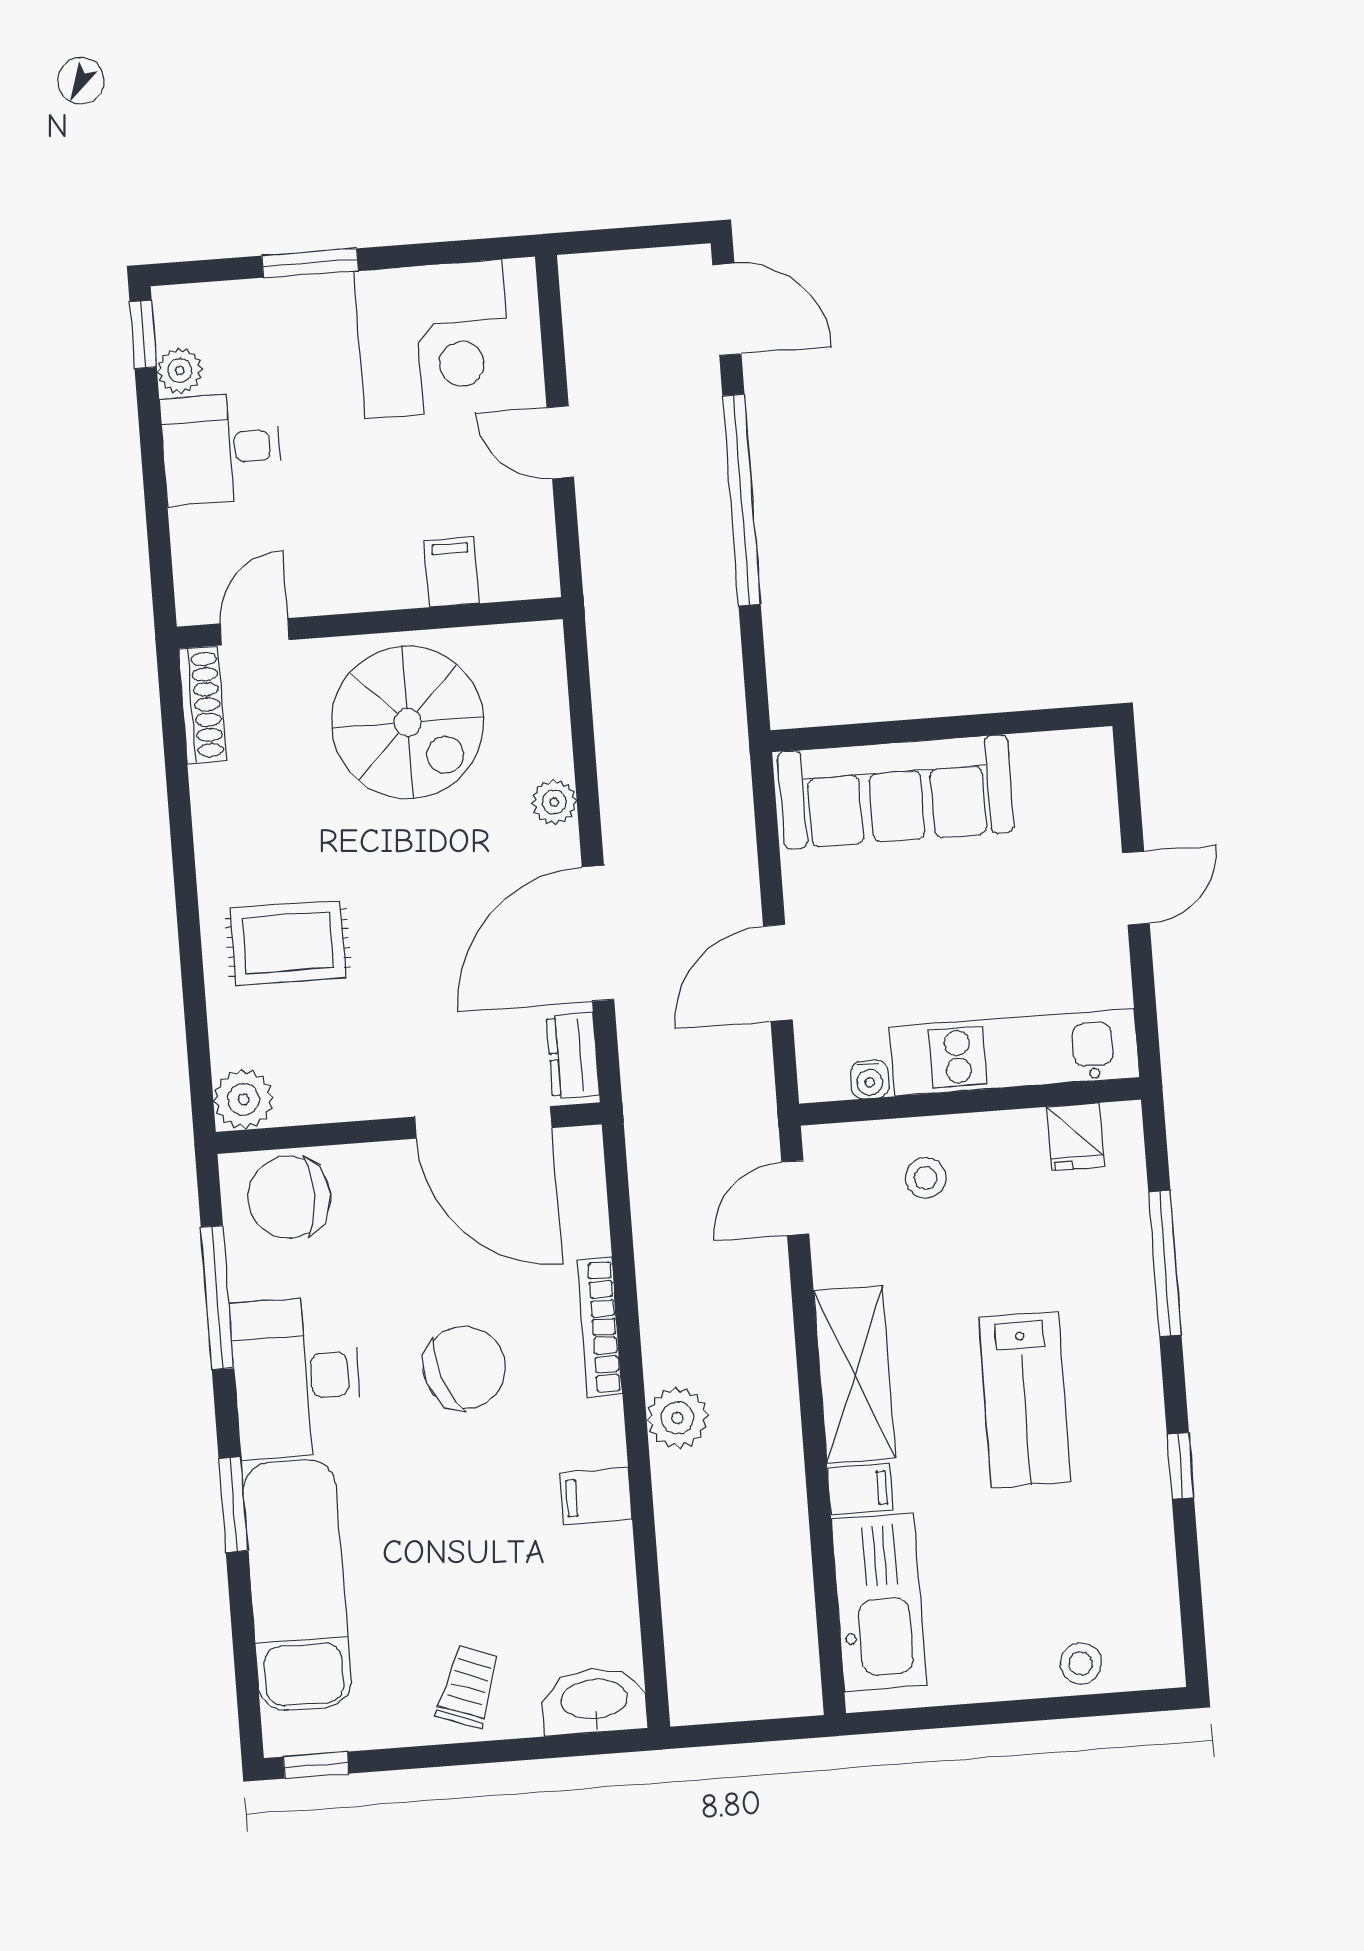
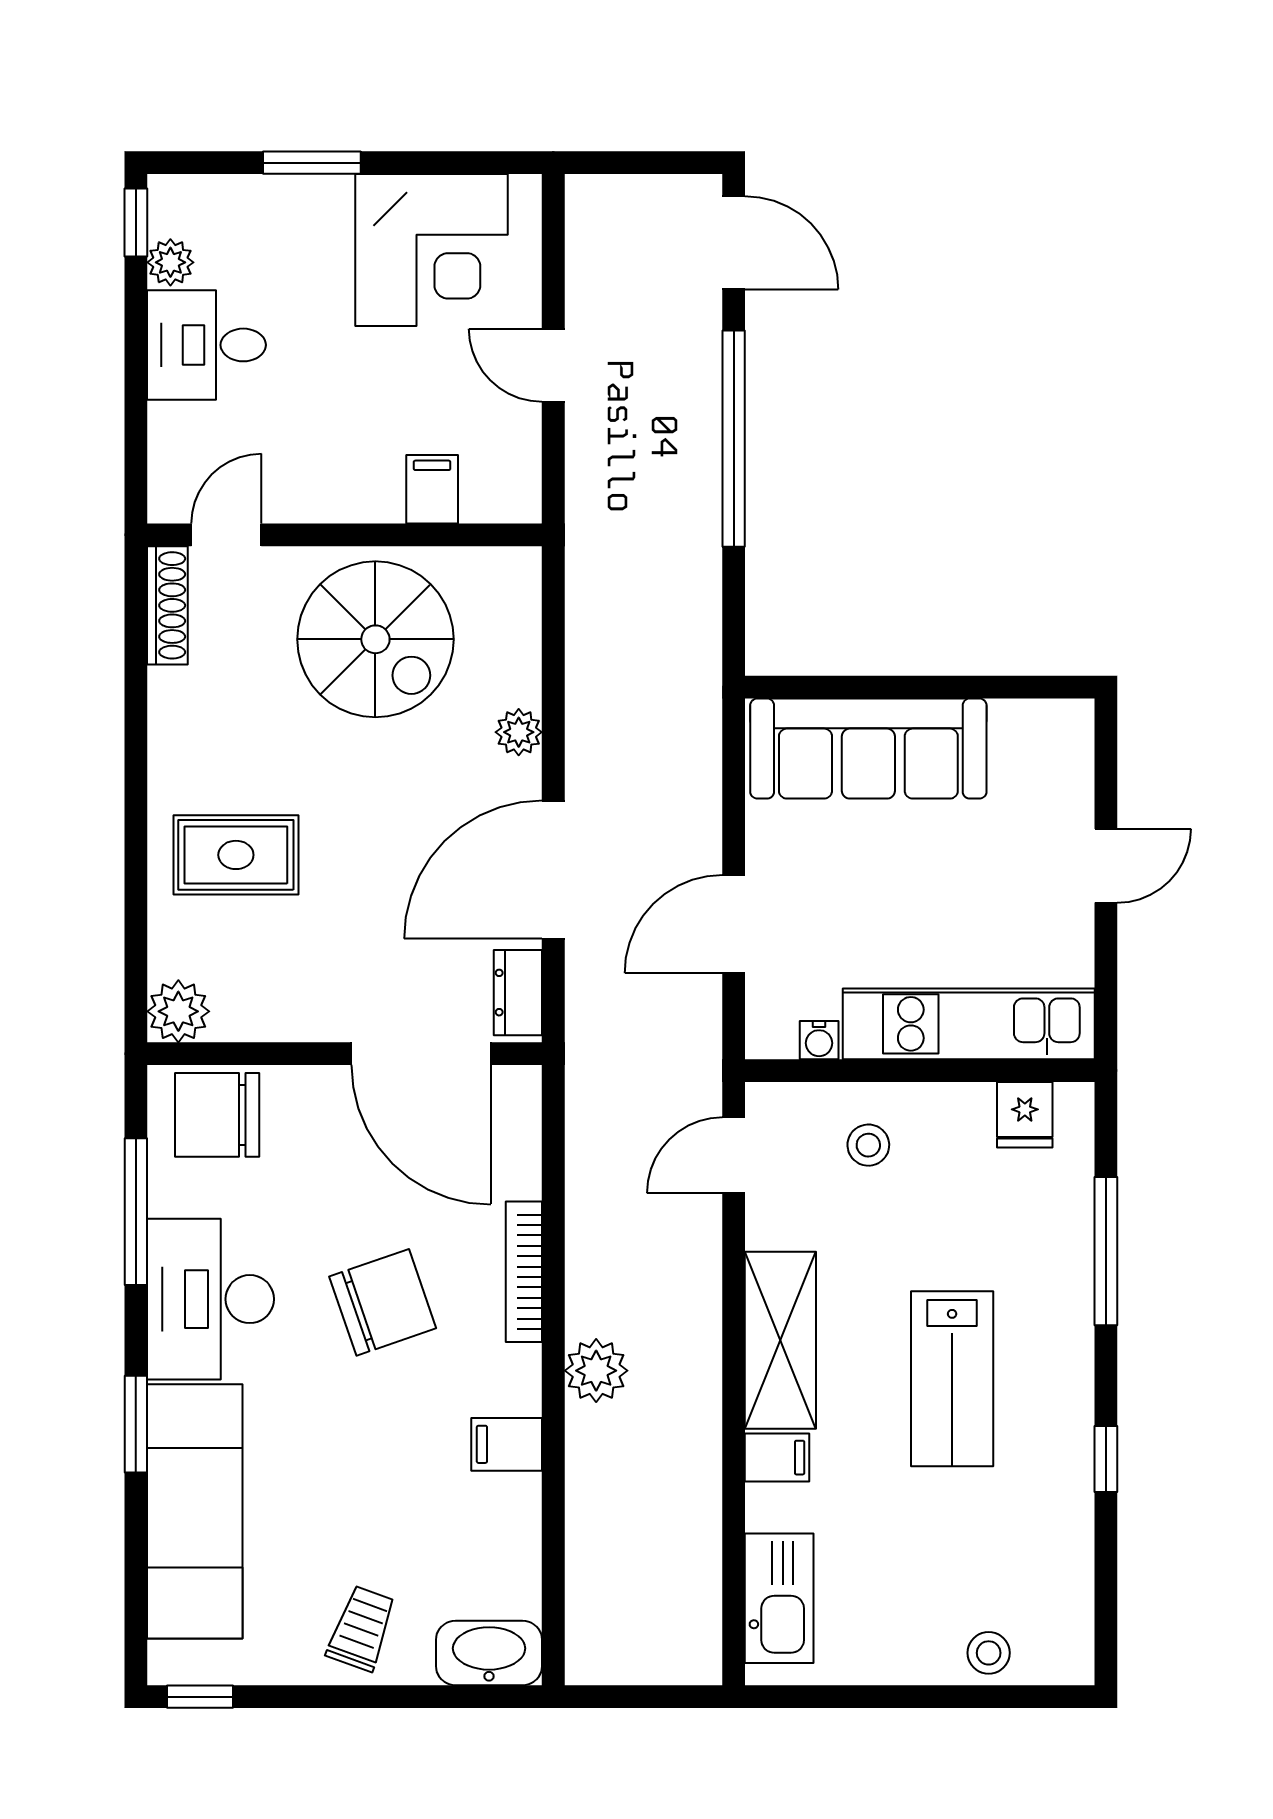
kitchen sink: (879, 1602) -> (779, 1598), width x0.73, depth x0.81

